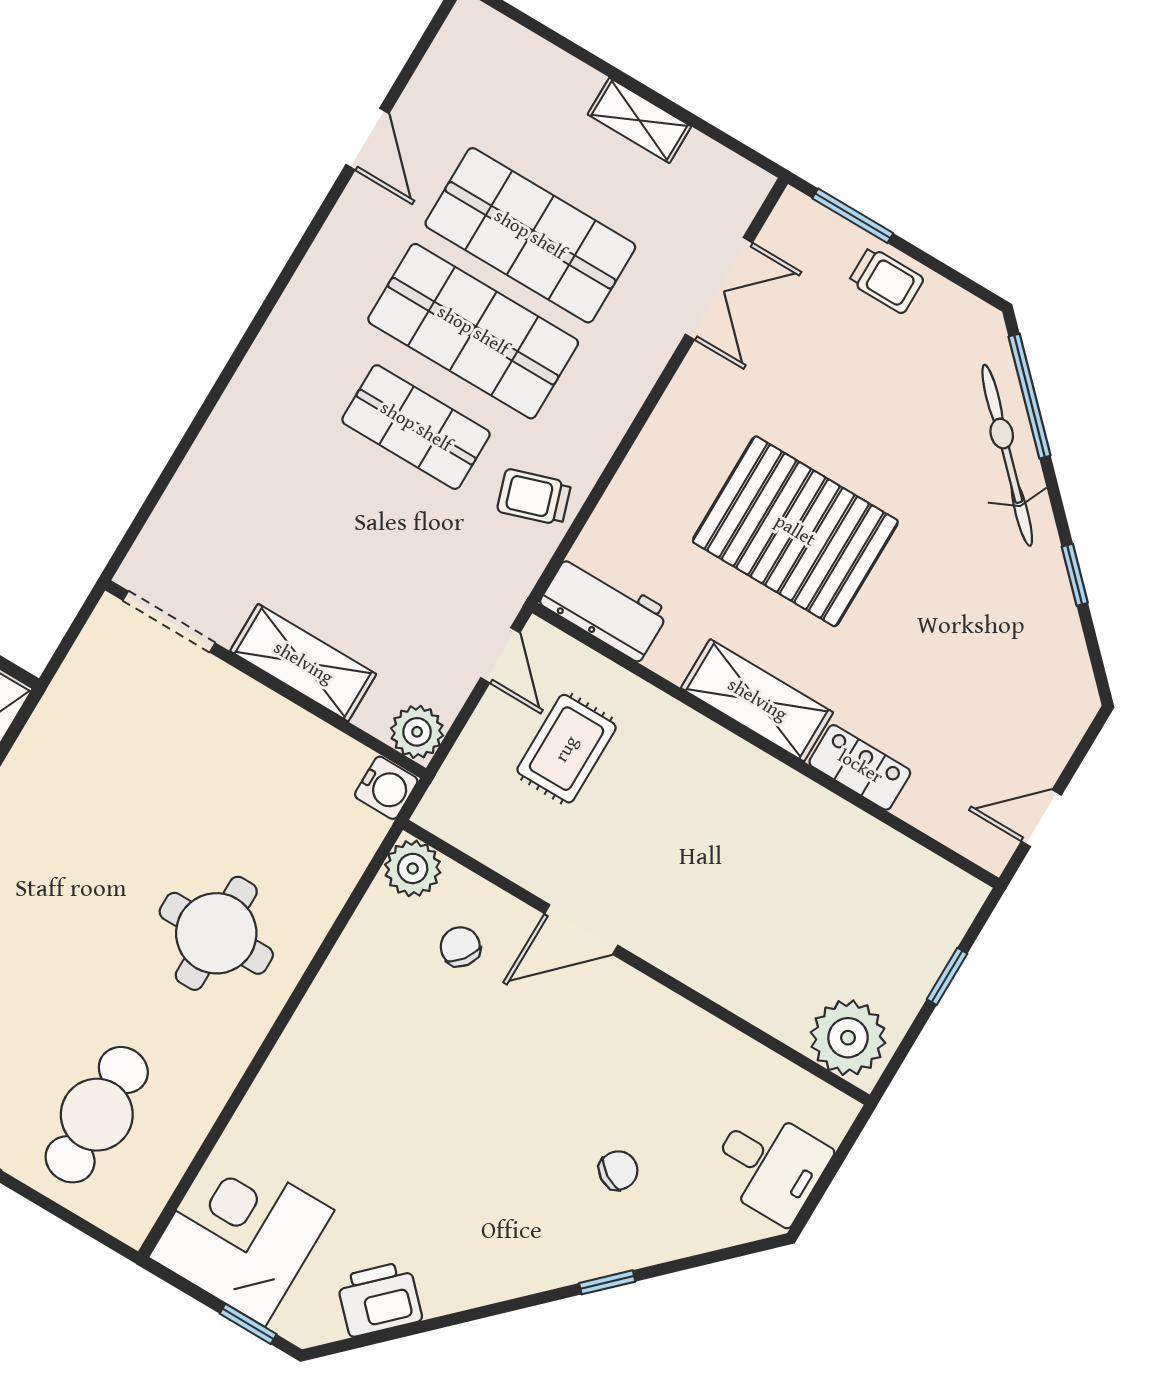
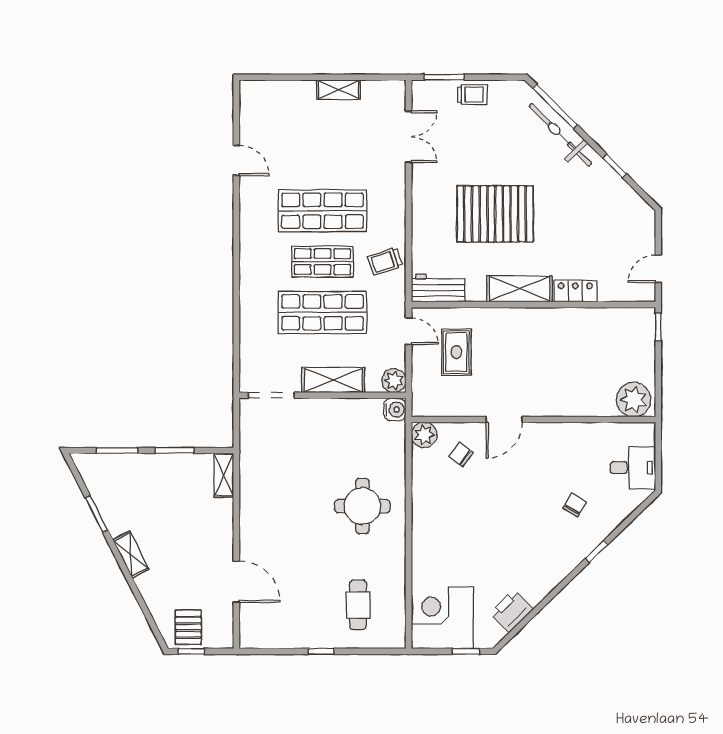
shop shelf: (530, 235) -> (322, 312), moved
window: (947, 976) -> (658, 327), moved
cafe table: (97, 1115) -> (358, 605), width x0.73, depth x0.74

